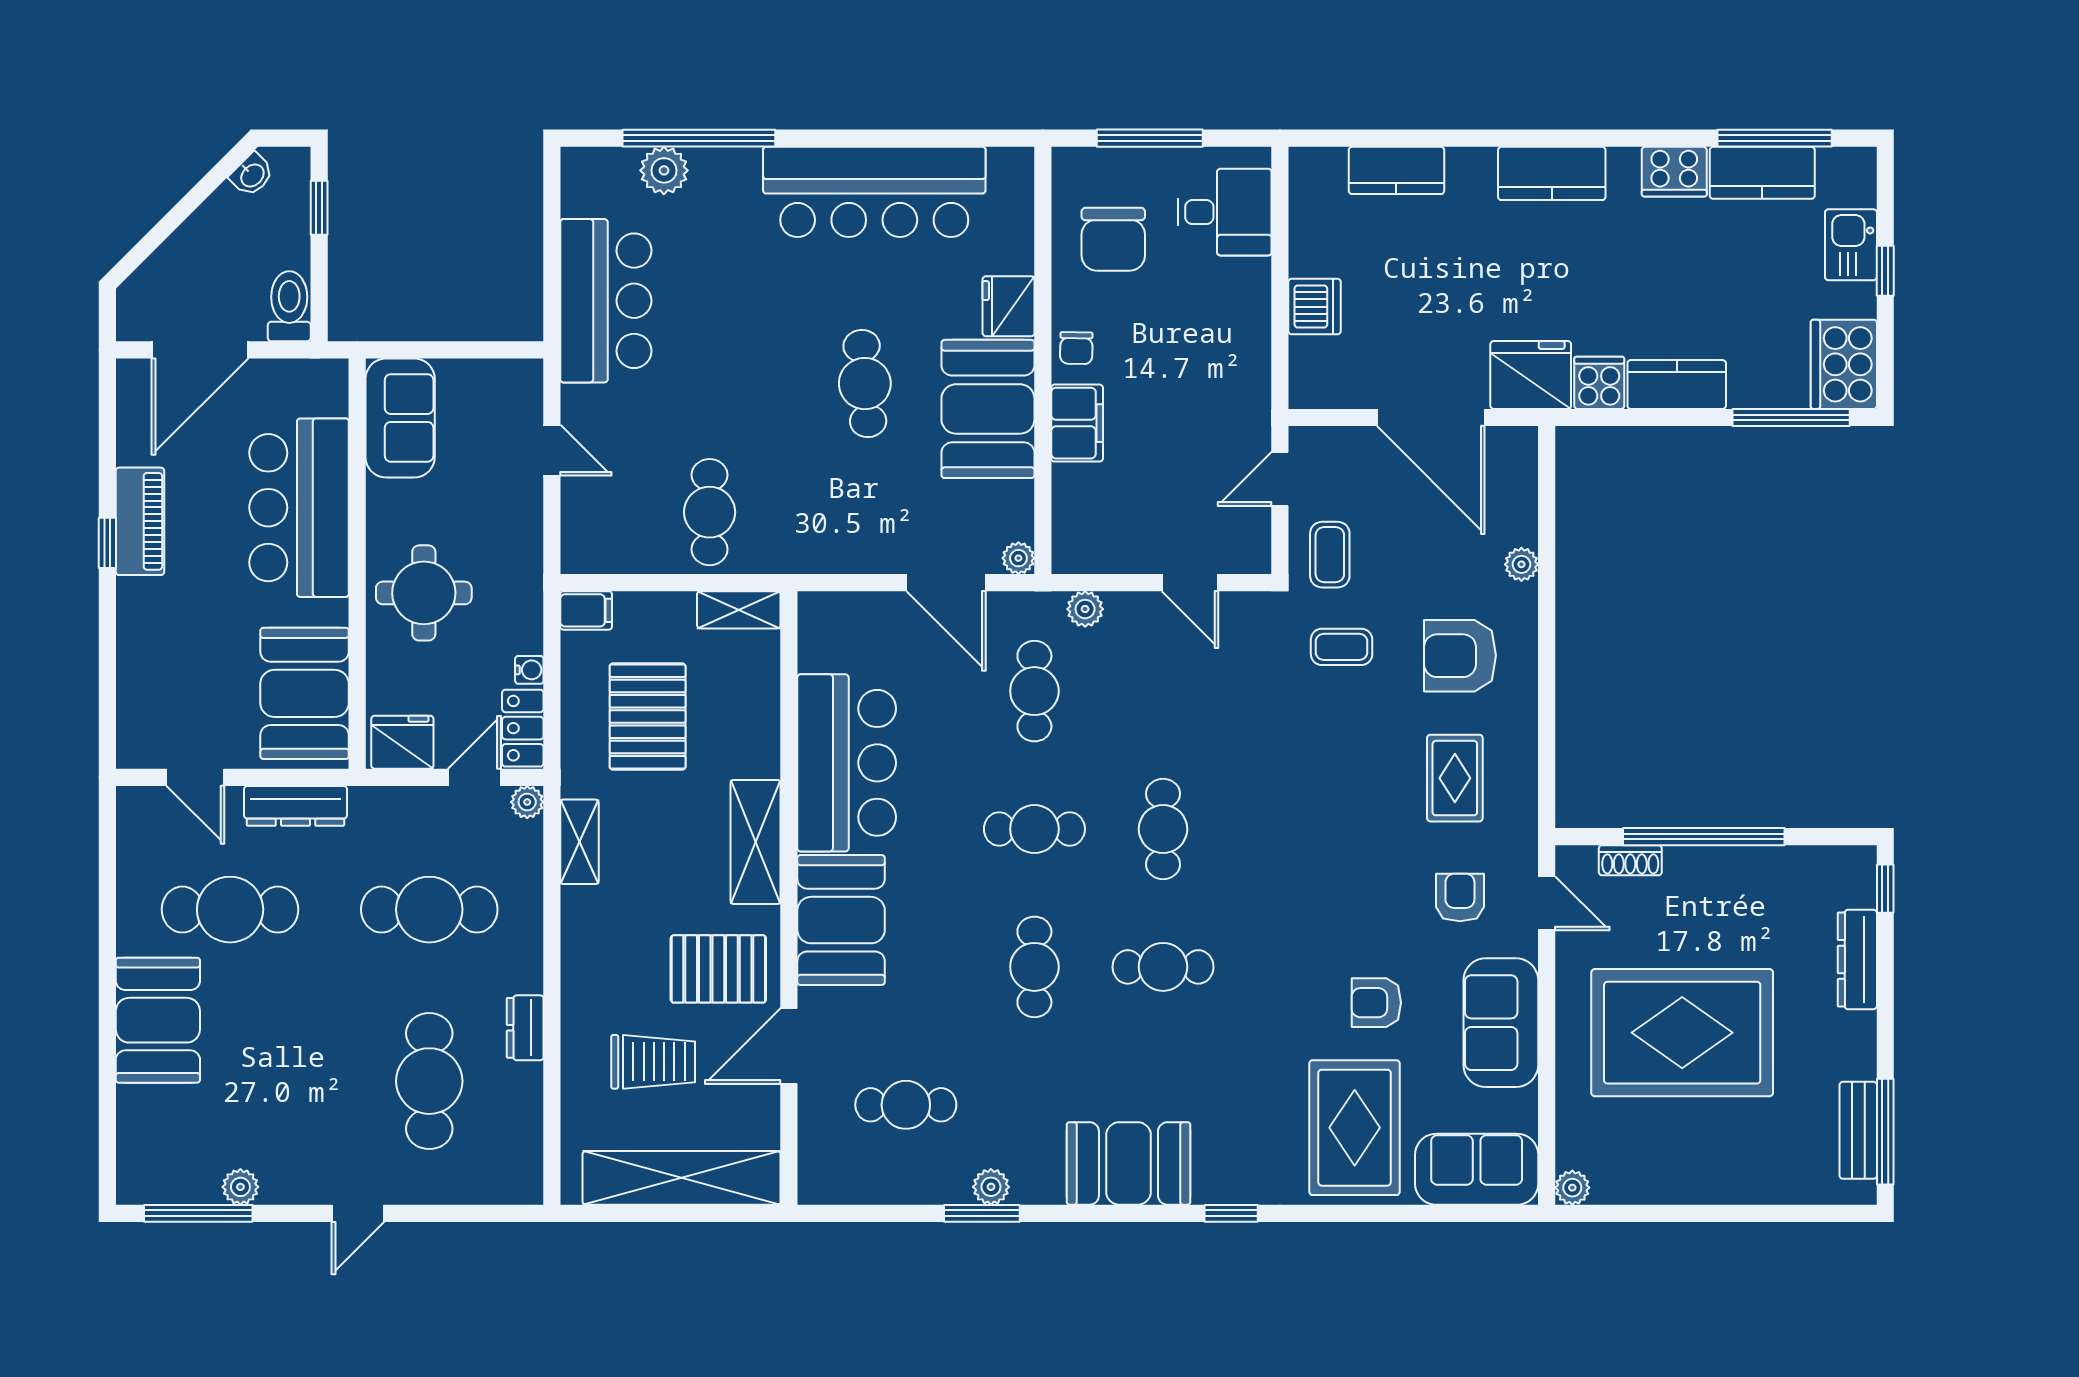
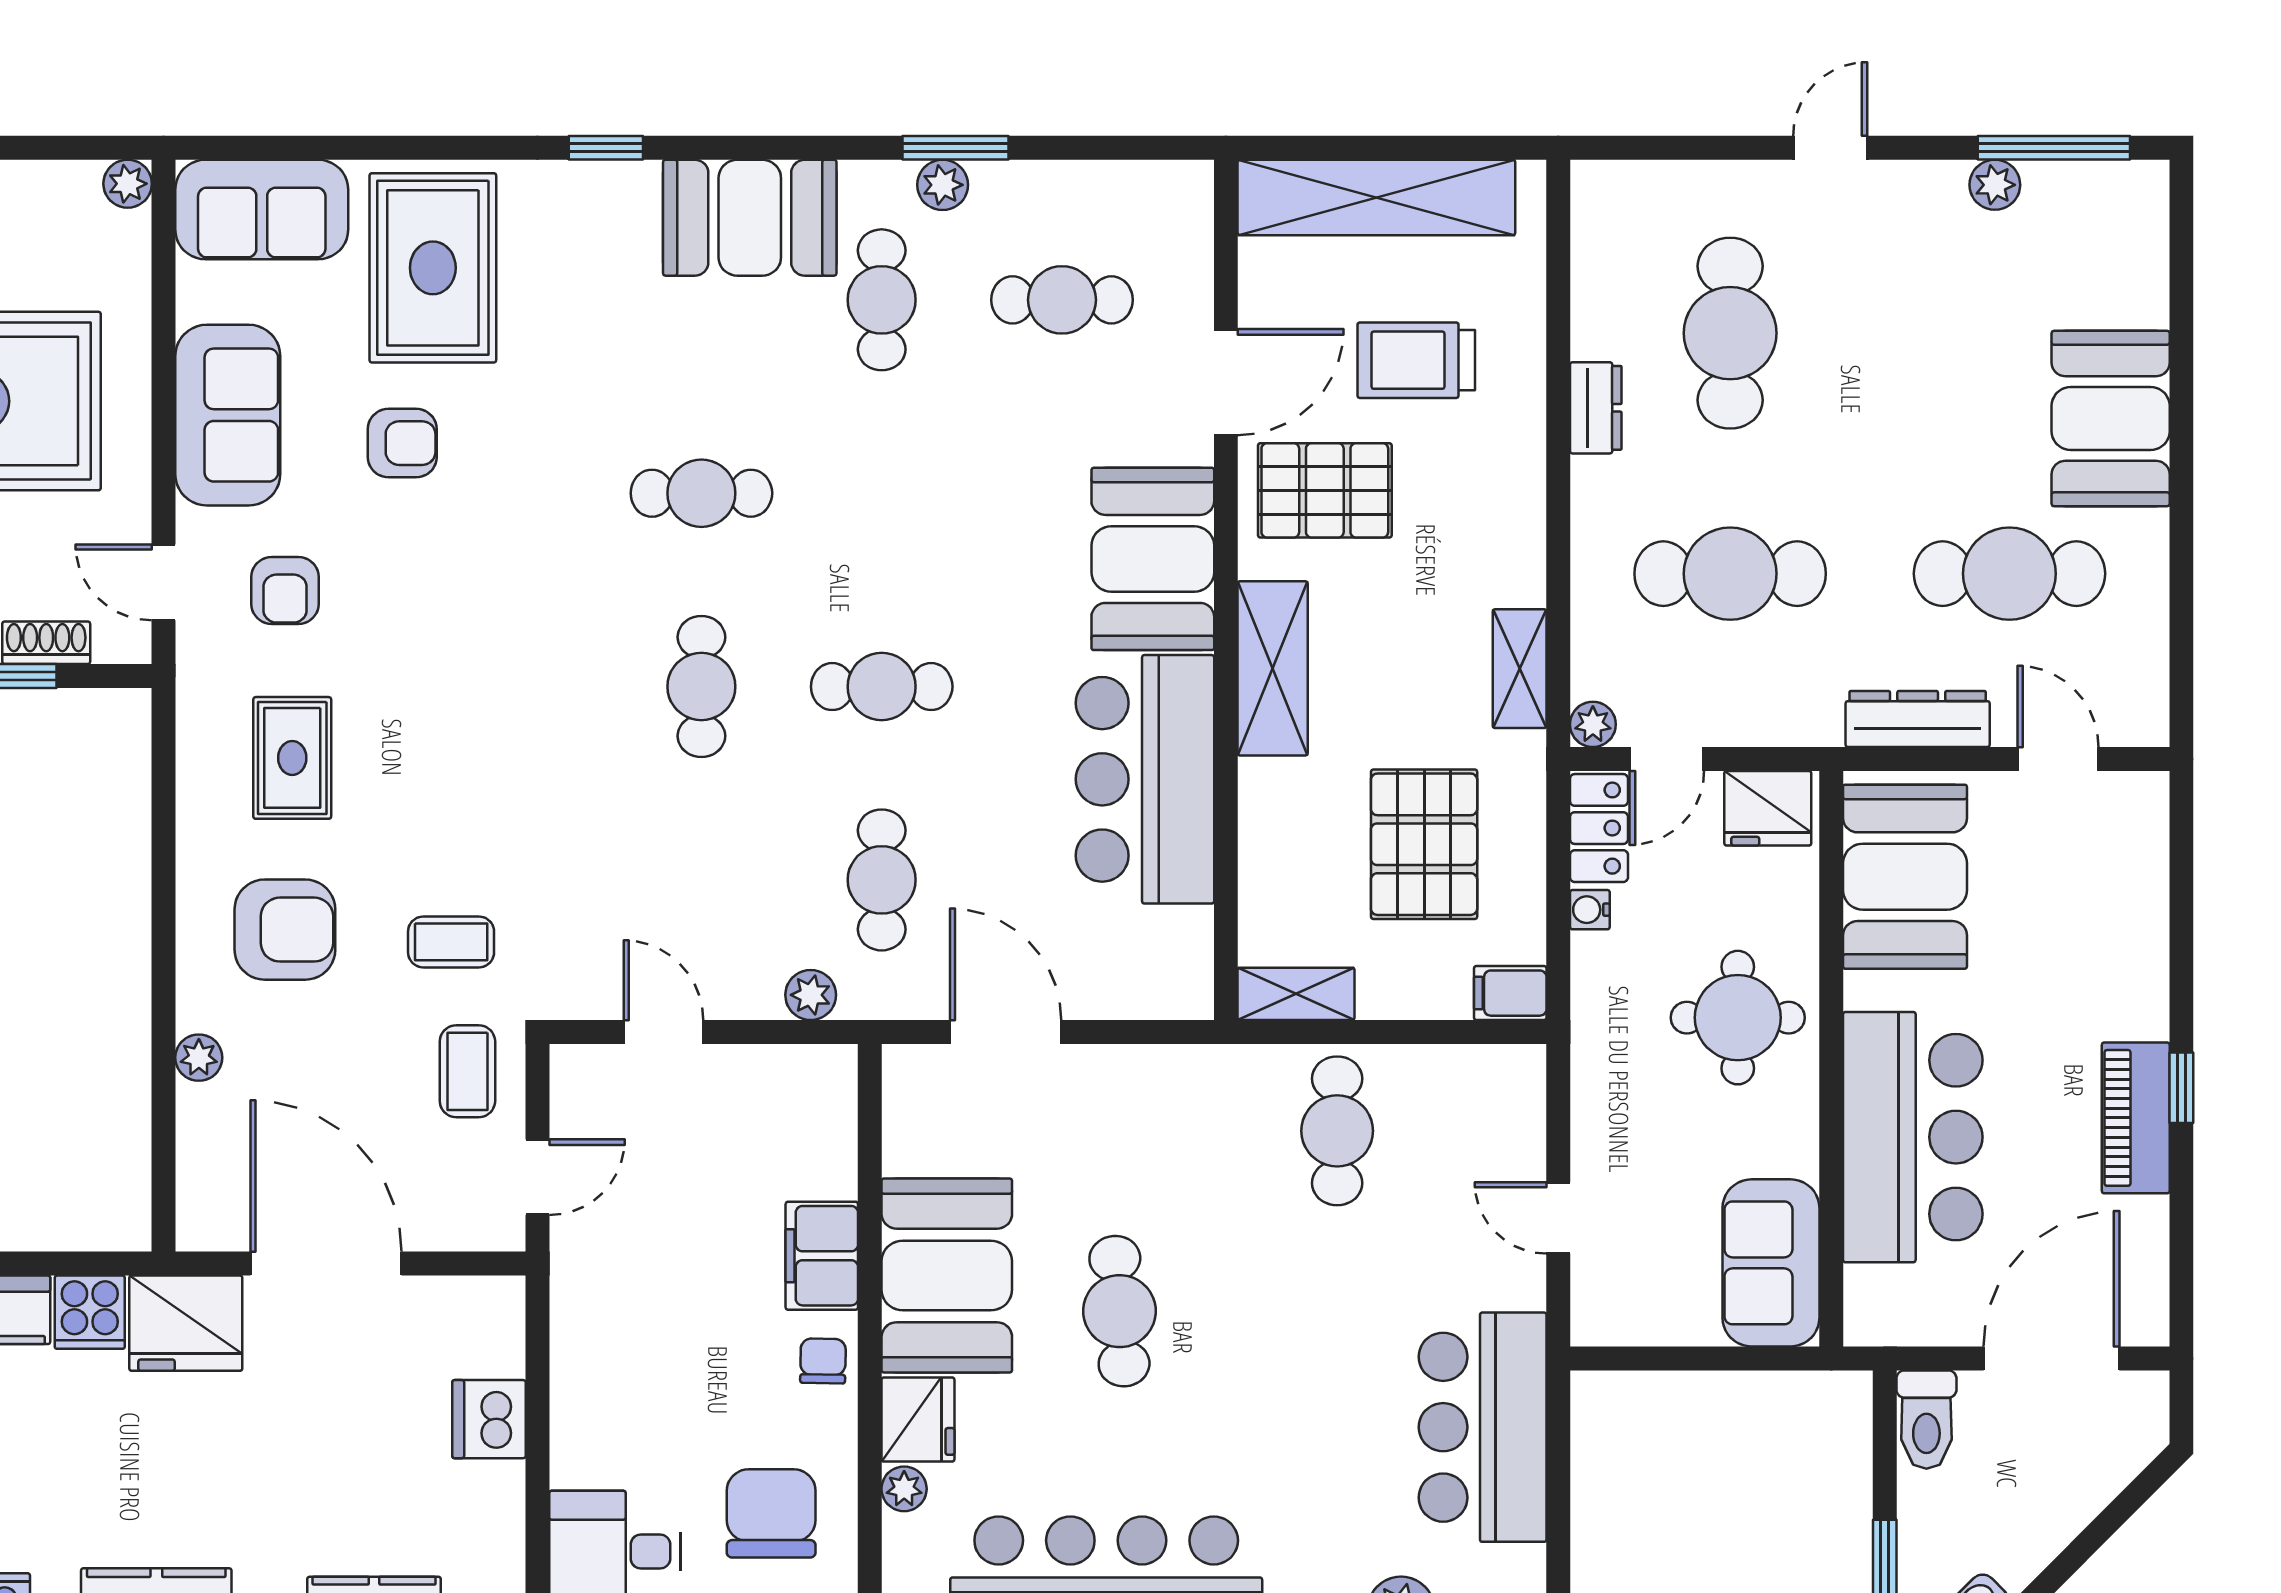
plant: (1018, 558) -> (904, 1489), moved
cafe table: (1034, 967) -> (882, 300), moved

